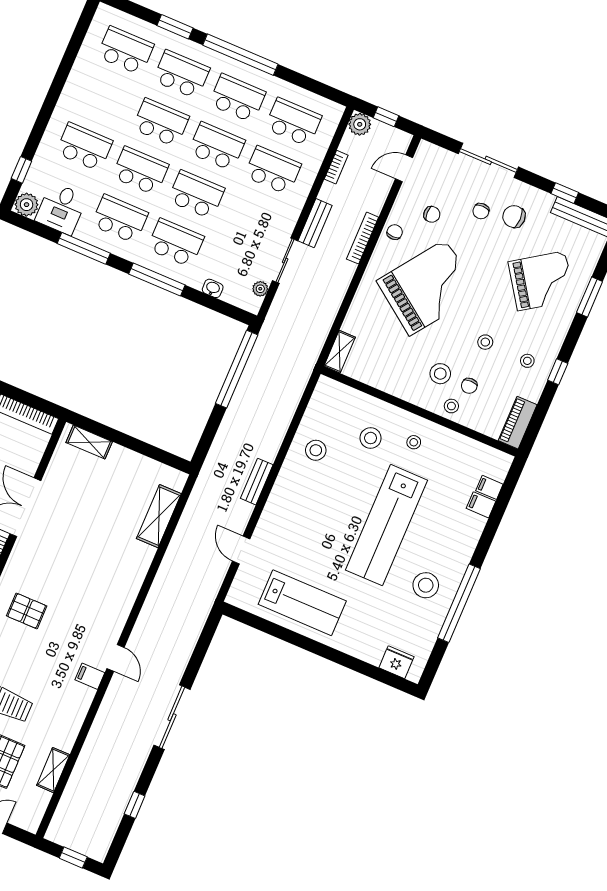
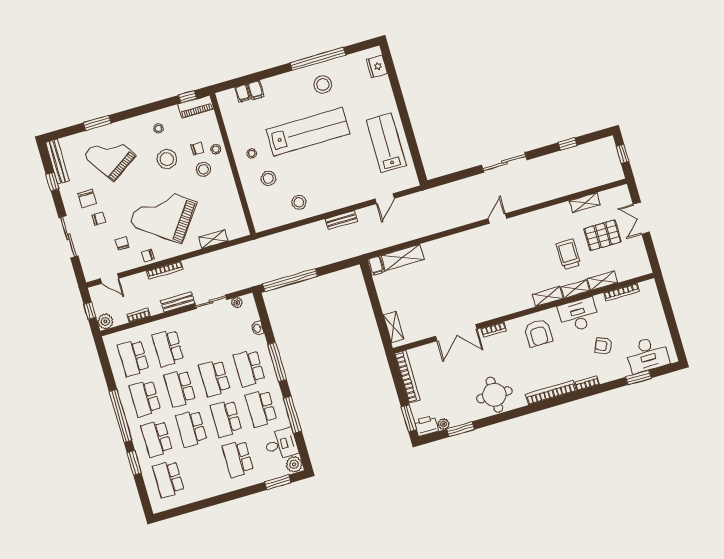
window: (21, 170) -> (278, 482), width x1.50
stool: (485, 342) -> (167, 159), width x1.89, depth x1.89
shelving: (340, 352) -> (213, 239), moved
window: (558, 372) -> (187, 97), moved
pallet: (27, 611) -> (511, 287), removed
filing cabinet: (90, 676) -> (376, 266), moved

